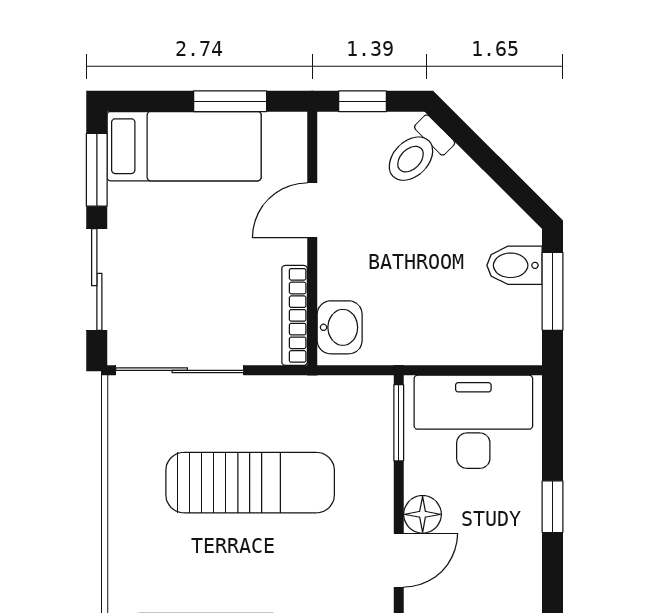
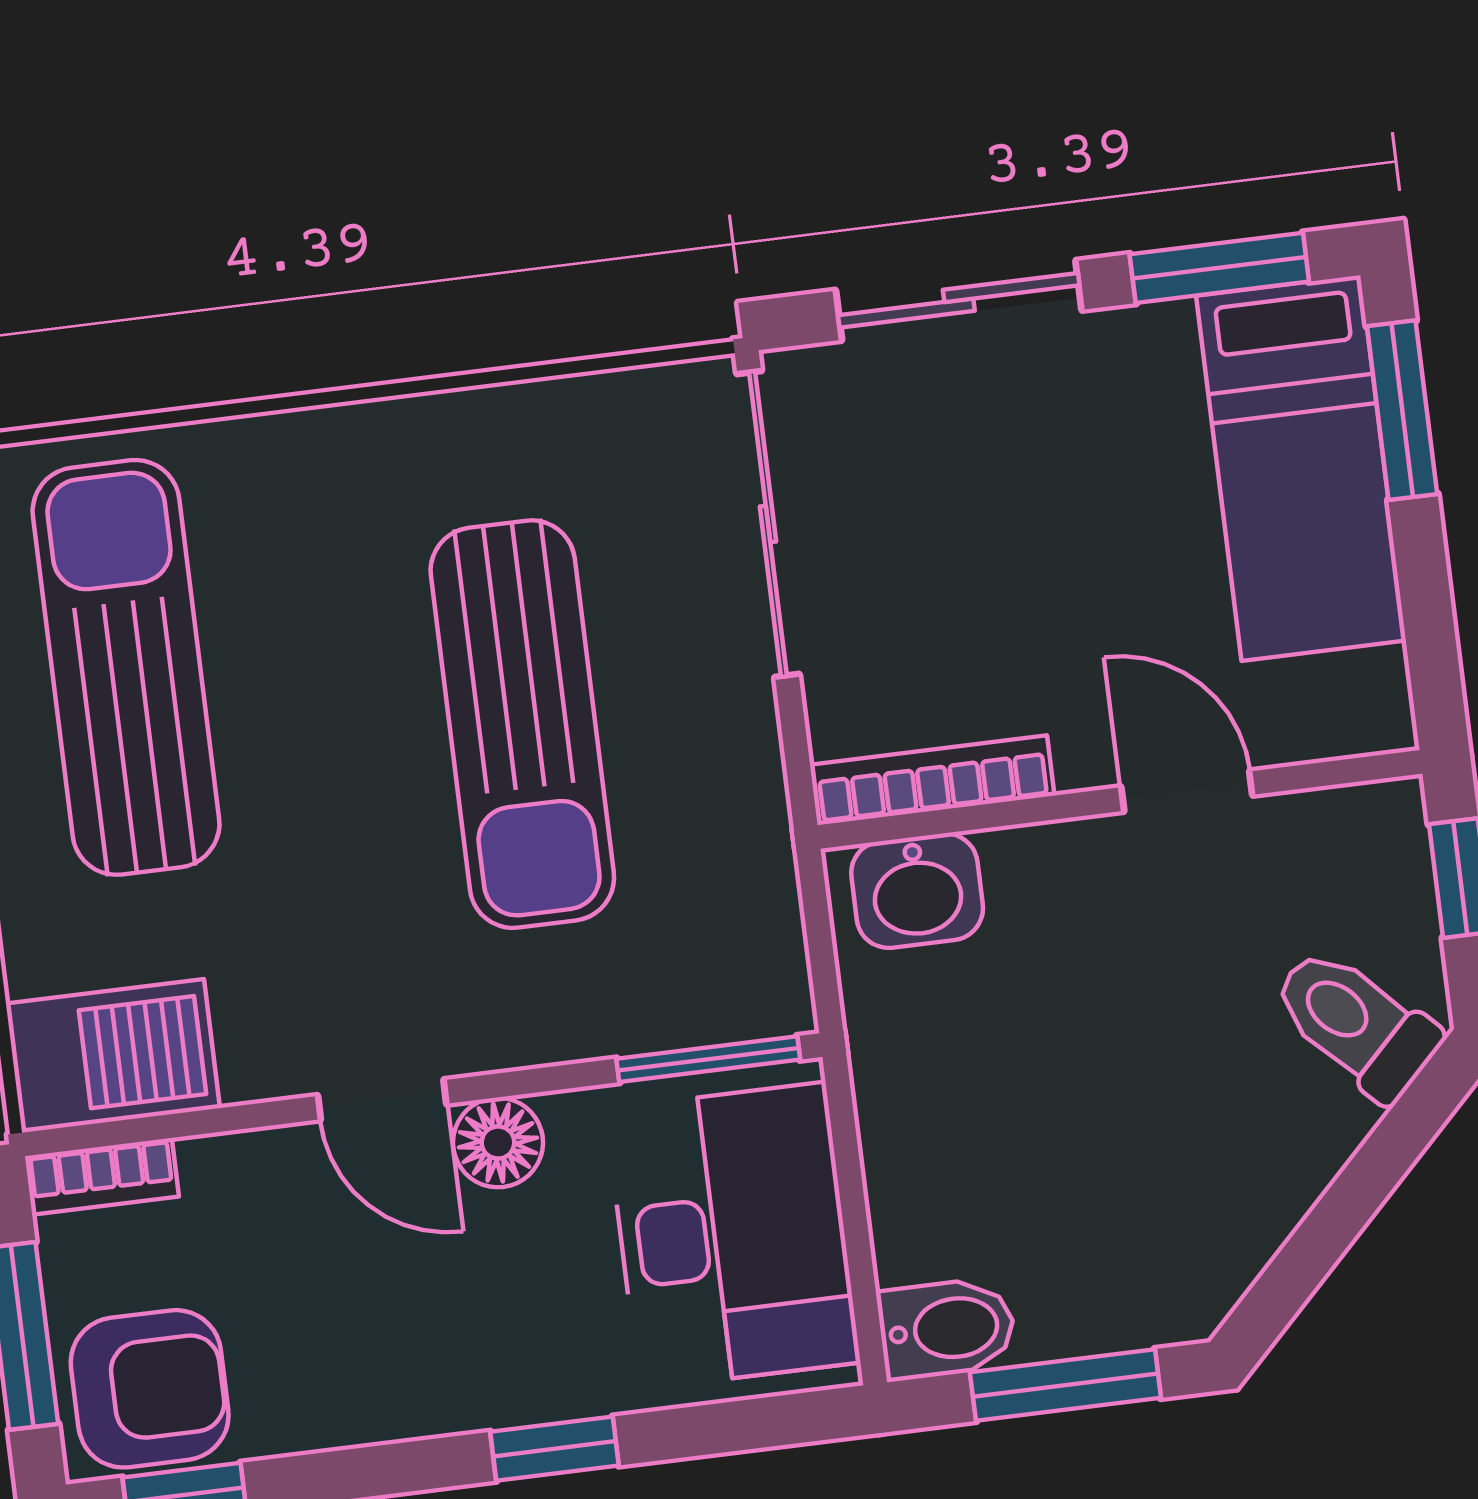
window: (230, 101) -> (1402, 410), moved
bidet: (514, 265) -> (947, 1329), moved, turned 90

